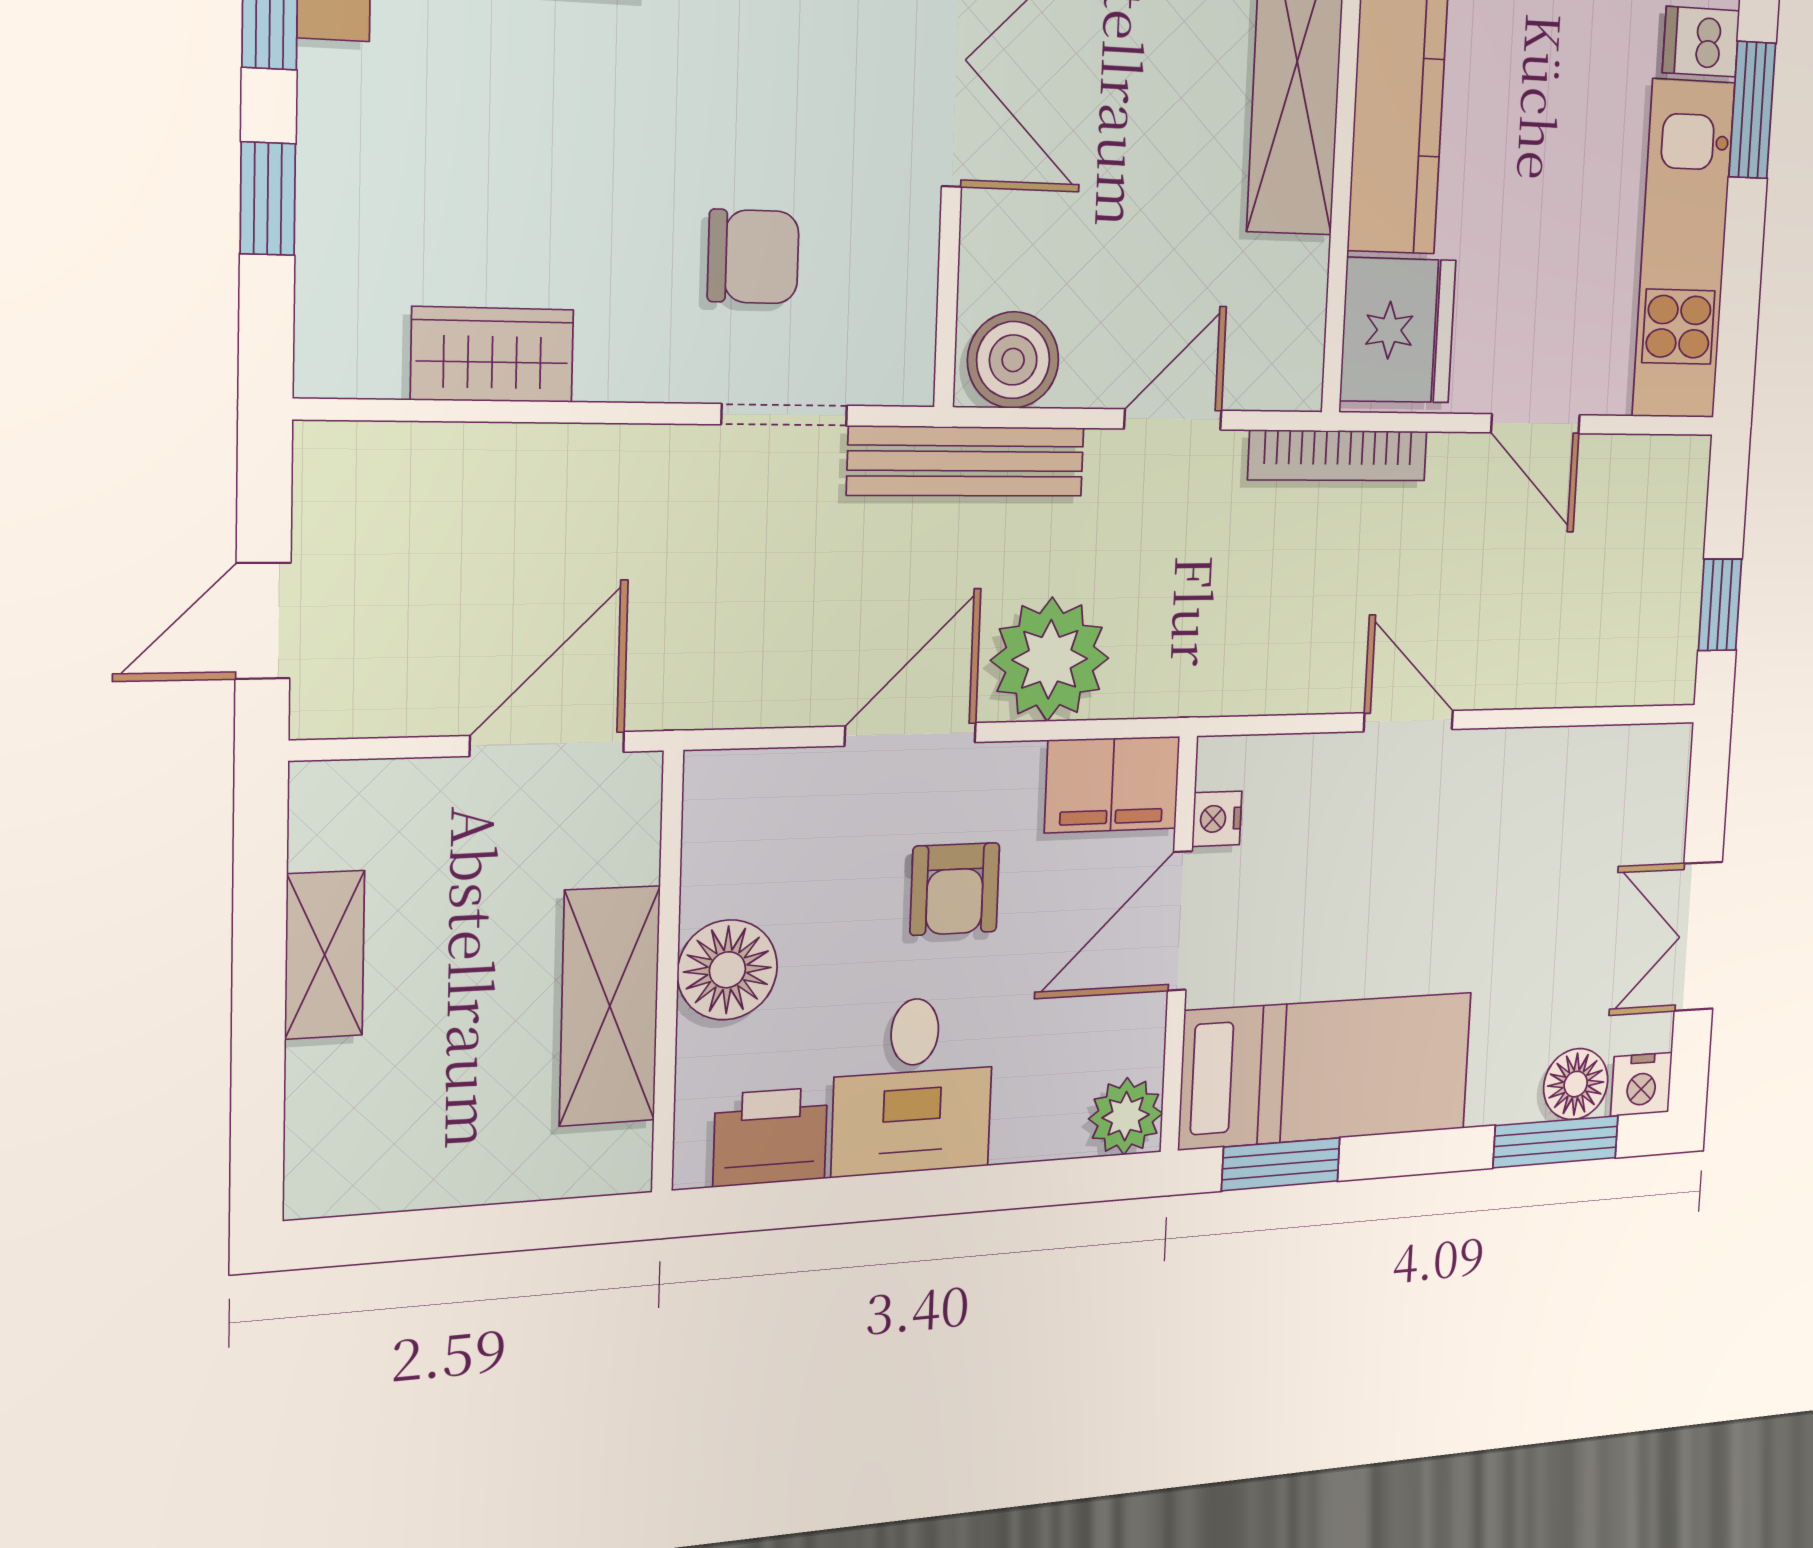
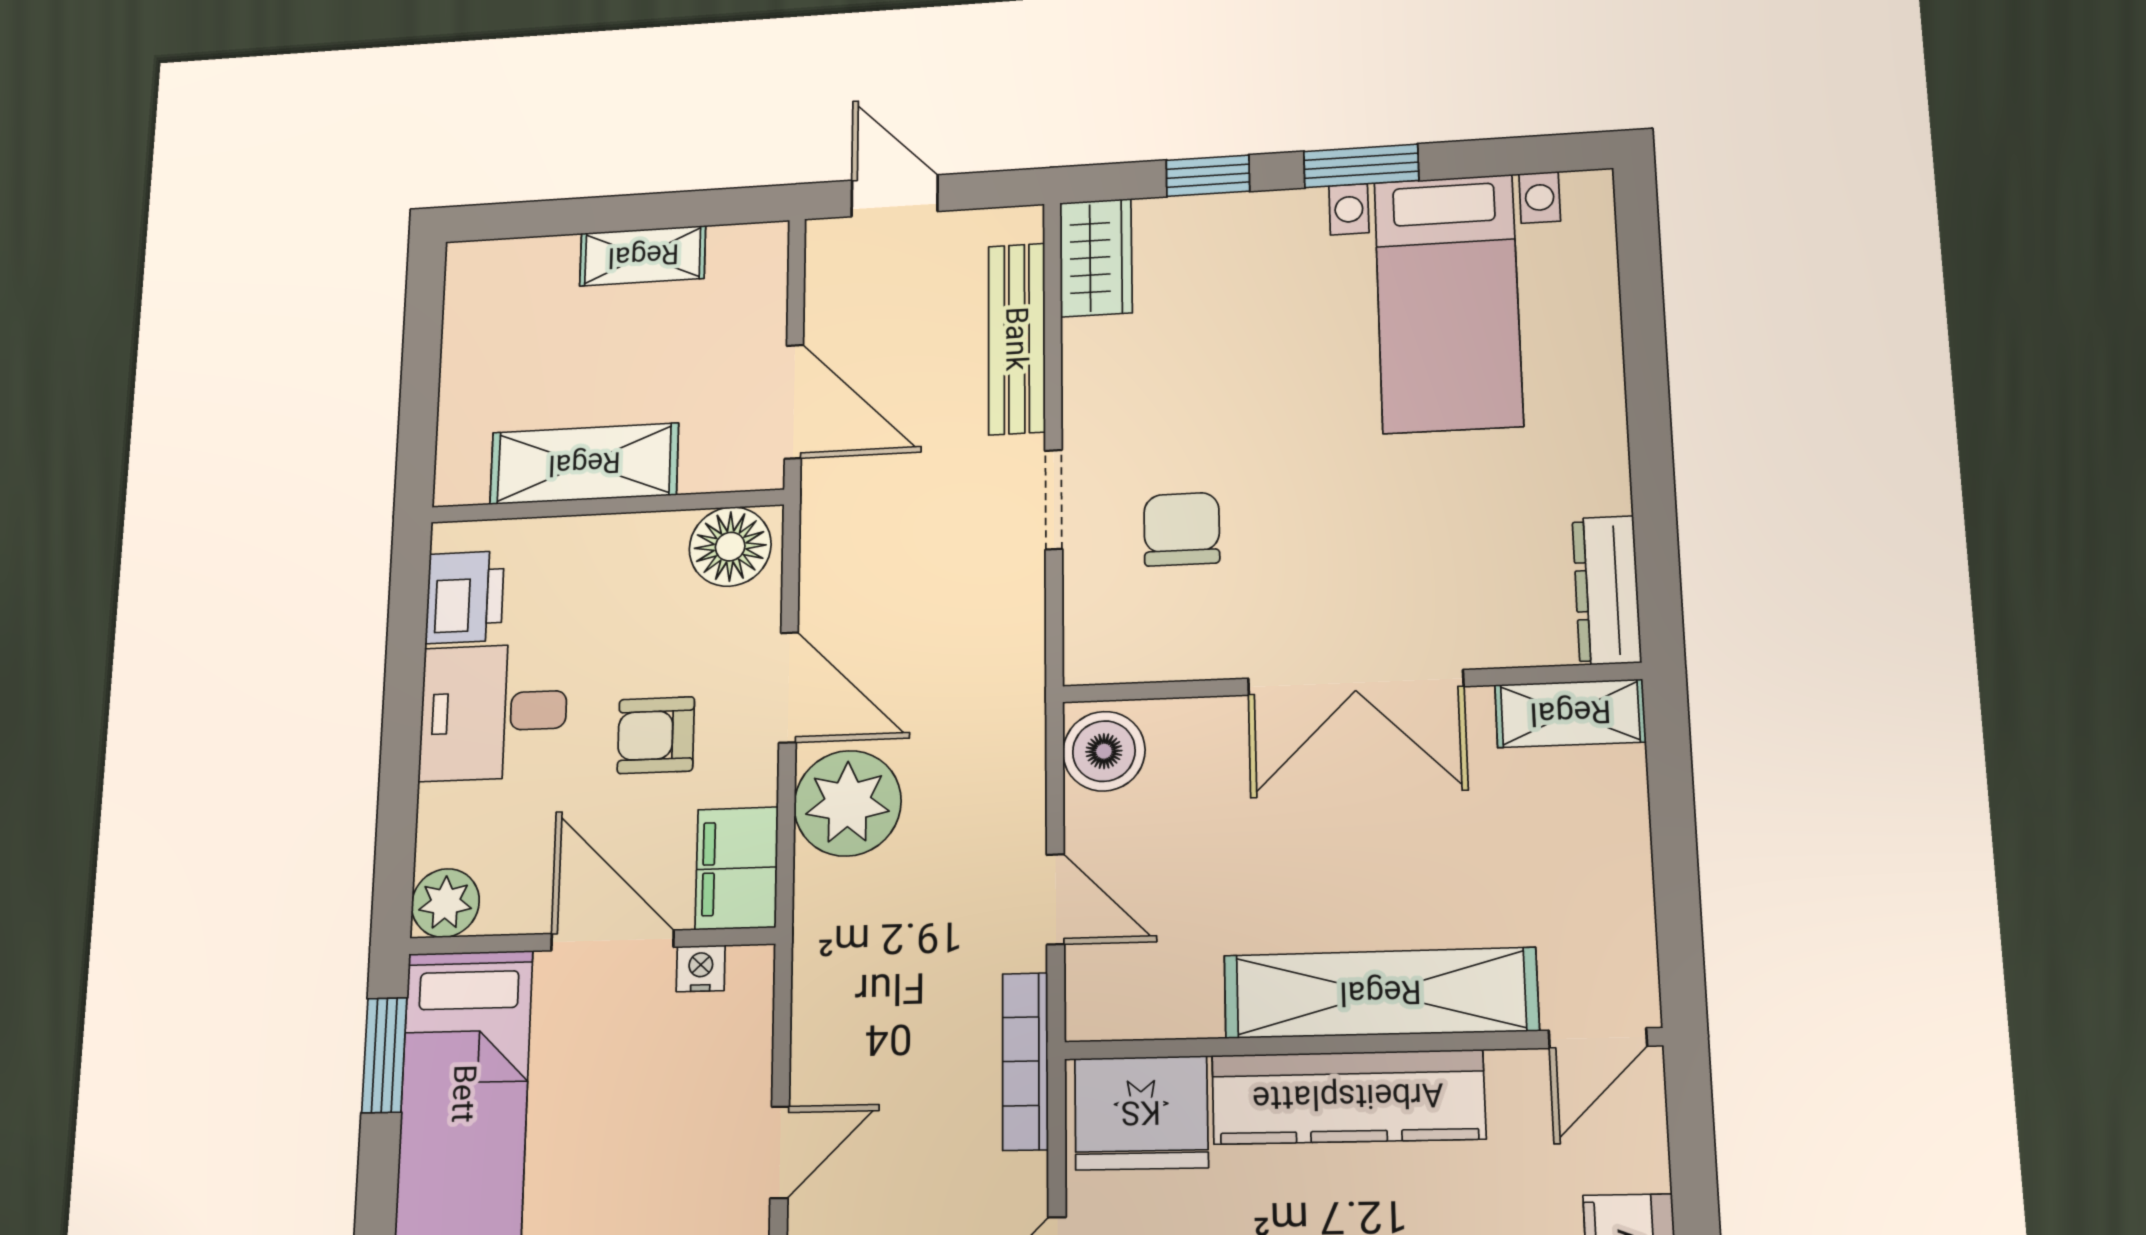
chair: (753, 257) -> (1182, 529), turned 180
wardrobe: (492, 355) -> (1096, 258), moved
doorway: (784, 415) -> (1054, 500), moved
bench: (966, 461) -> (1017, 339), moved
floor lamp: (727, 970) -> (730, 547), moved

